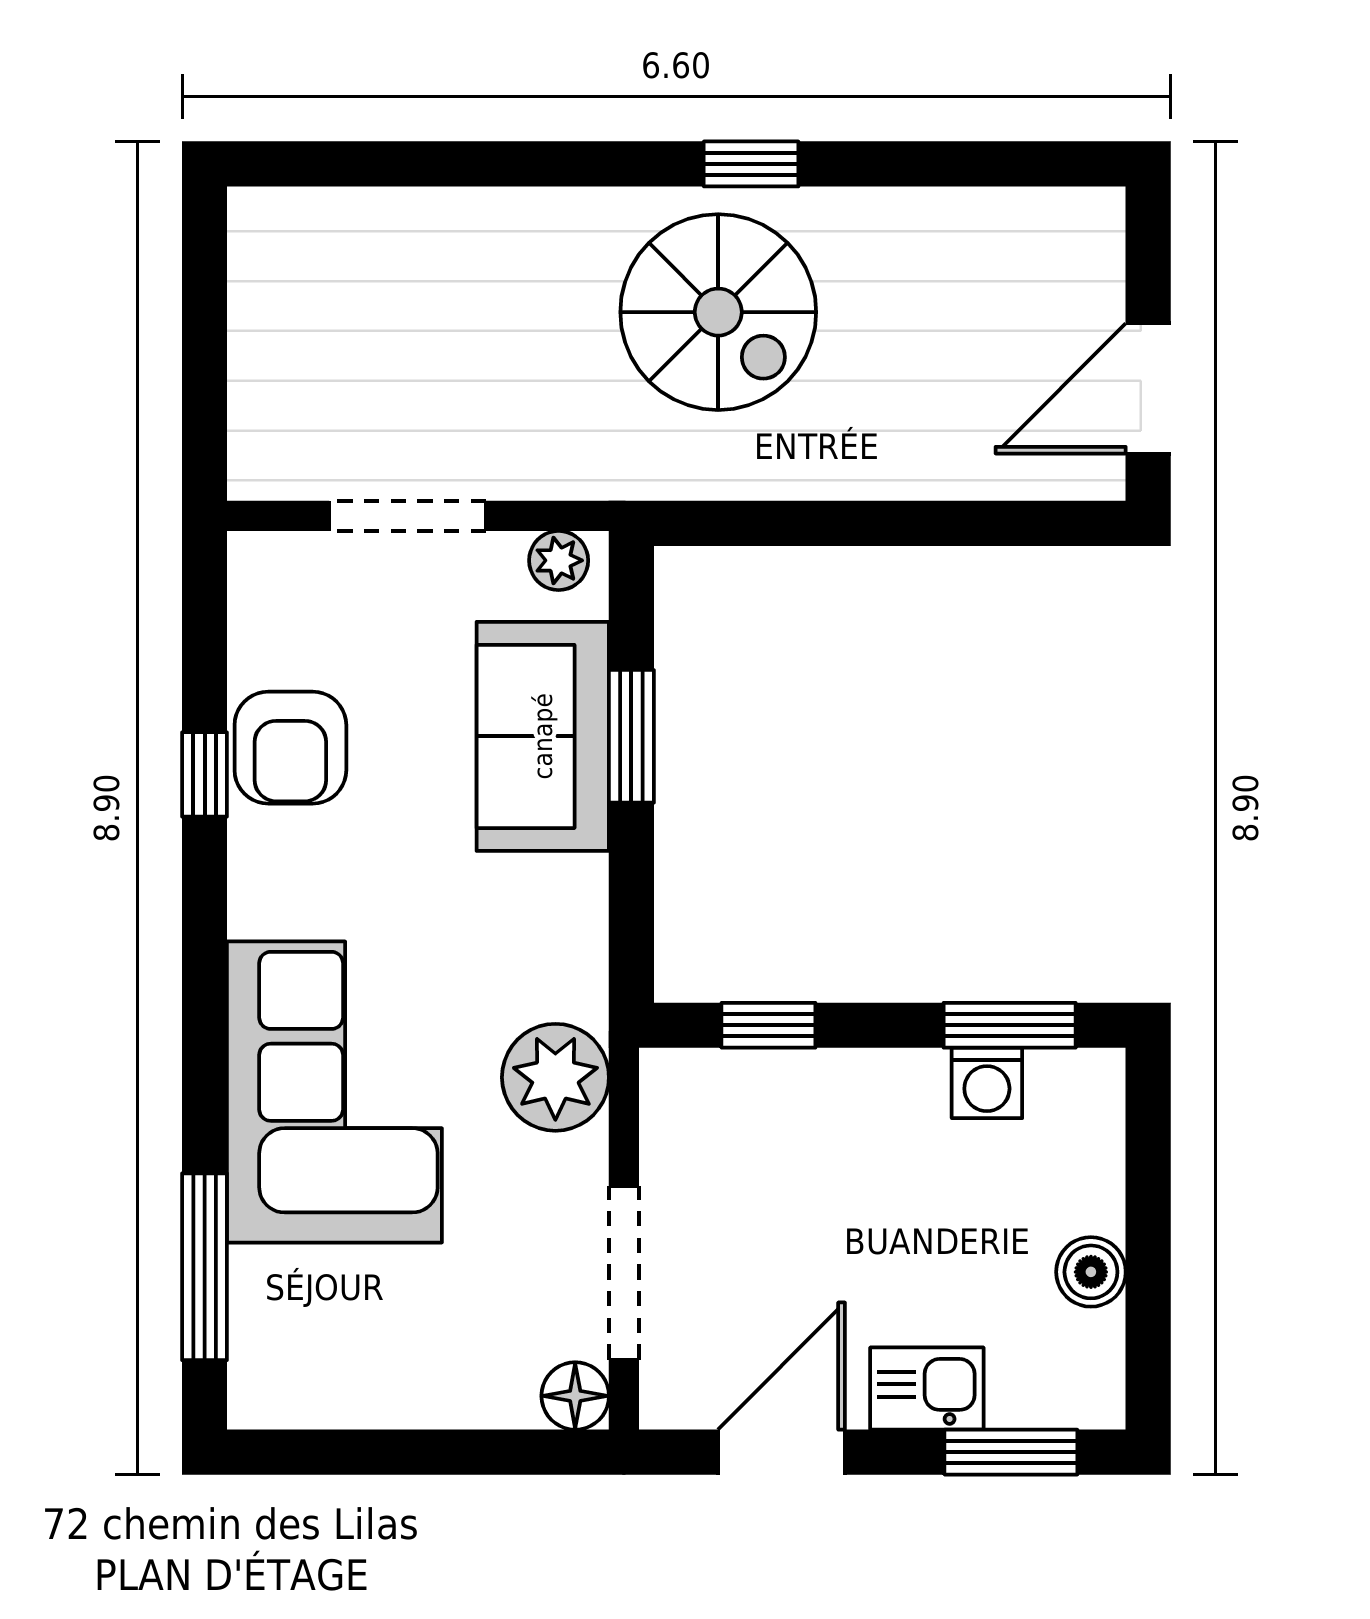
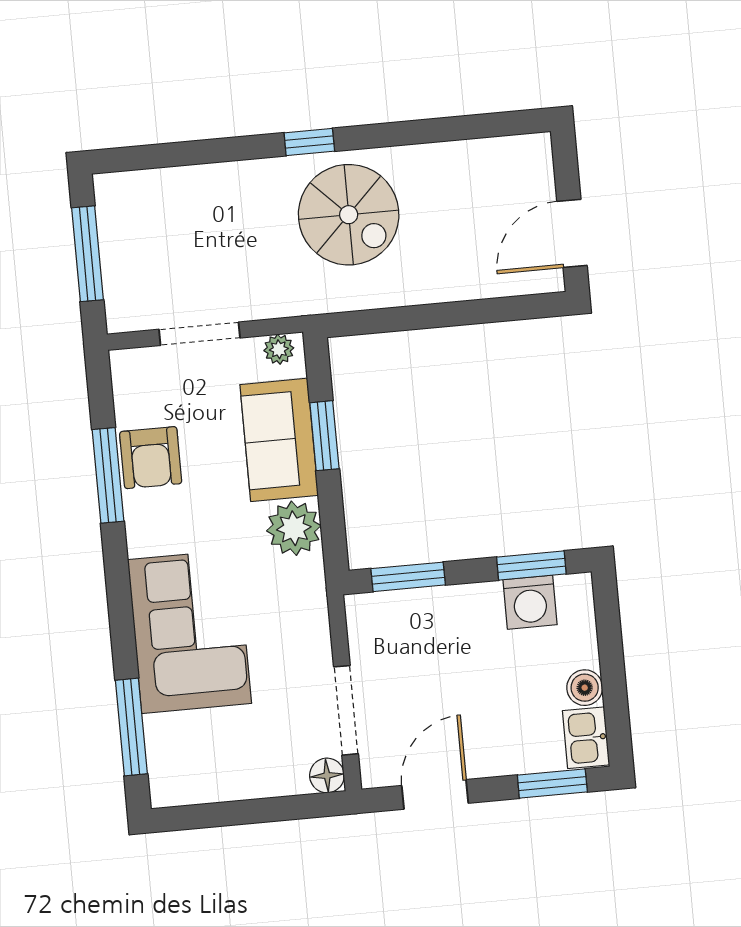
window: (751, 164) -> (309, 142), moved
window: (205, 341) -> (87, 254), added
window: (205, 774) -> (108, 475), width x2.17
window: (768, 1025) -> (408, 577), width x1.50
plant: (555, 1077) -> (294, 528), moved
washing machine: (987, 1083) -> (530, 602), width x1.38, depth x1.38
kitchen sink: (927, 1389) -> (586, 738), moved, turned -90

